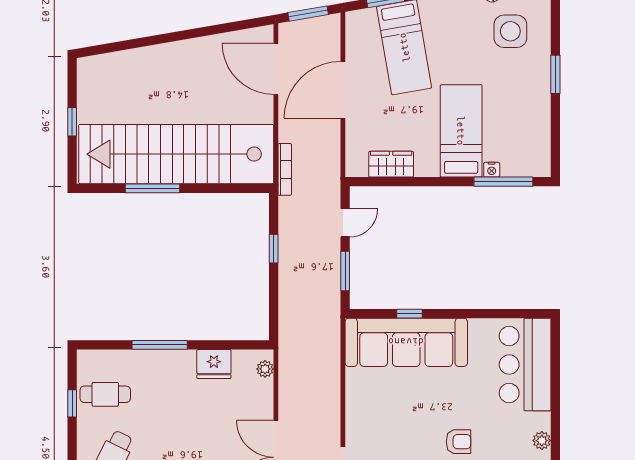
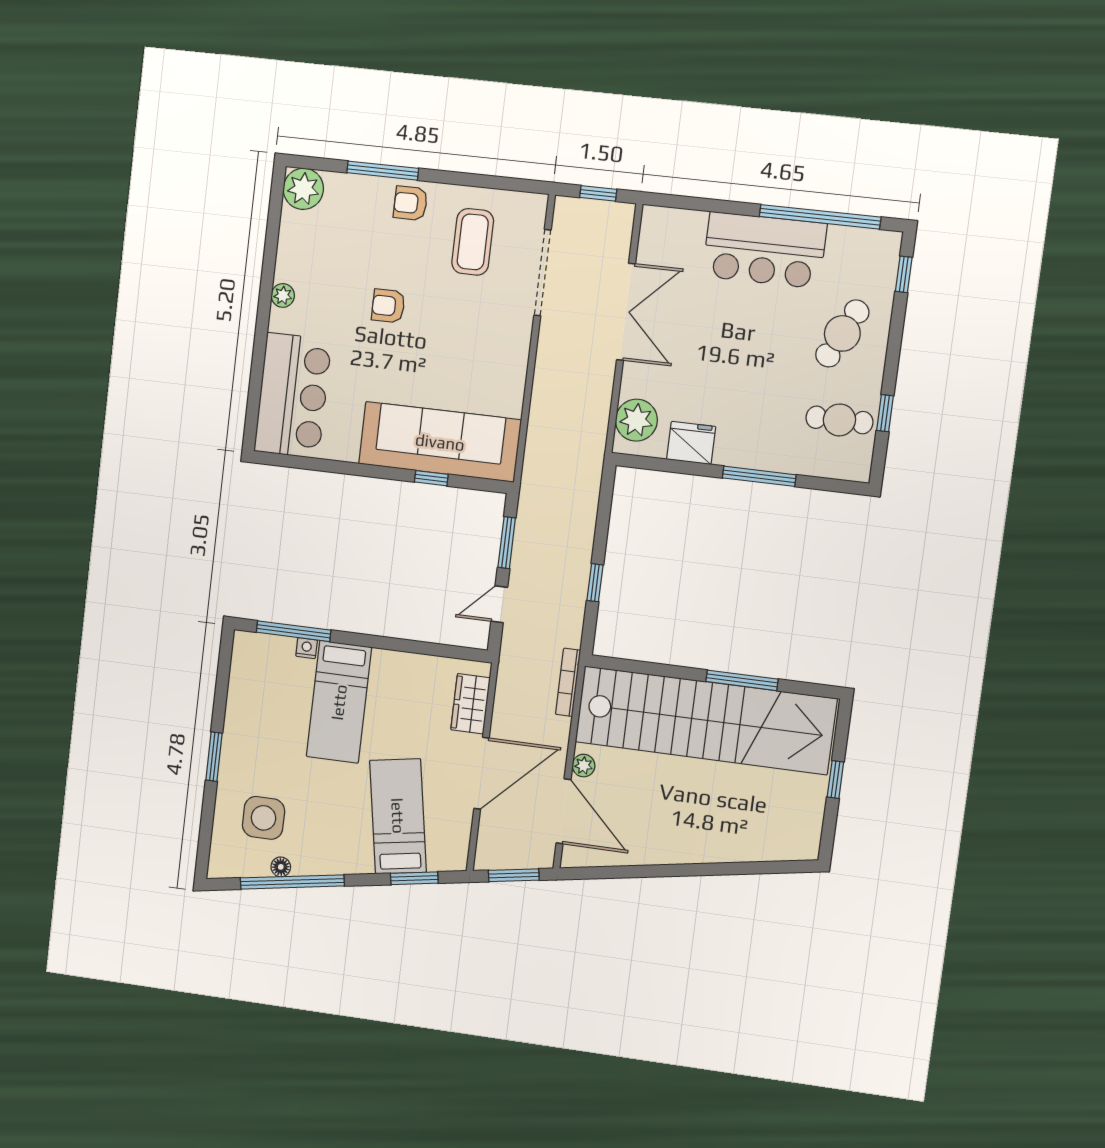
plant: (265, 107) -> (584, 766), added
wardrobe: (391, 164) -> (470, 704), moved, turned 90
plant: (265, 369) -> (636, 420), width x1.88, depth x1.88

